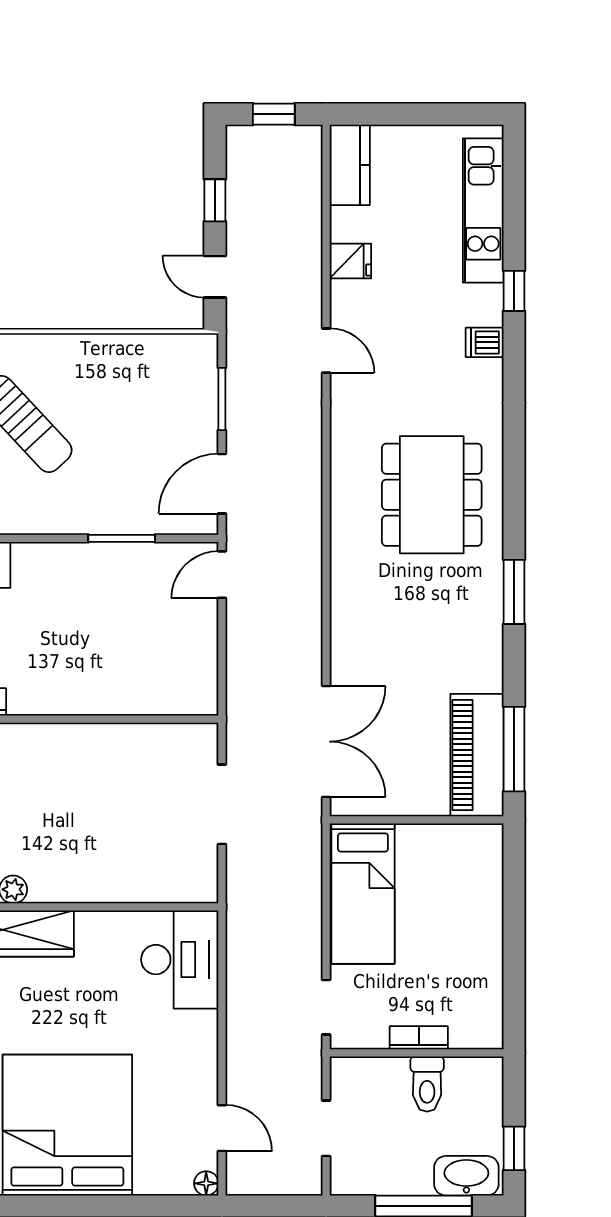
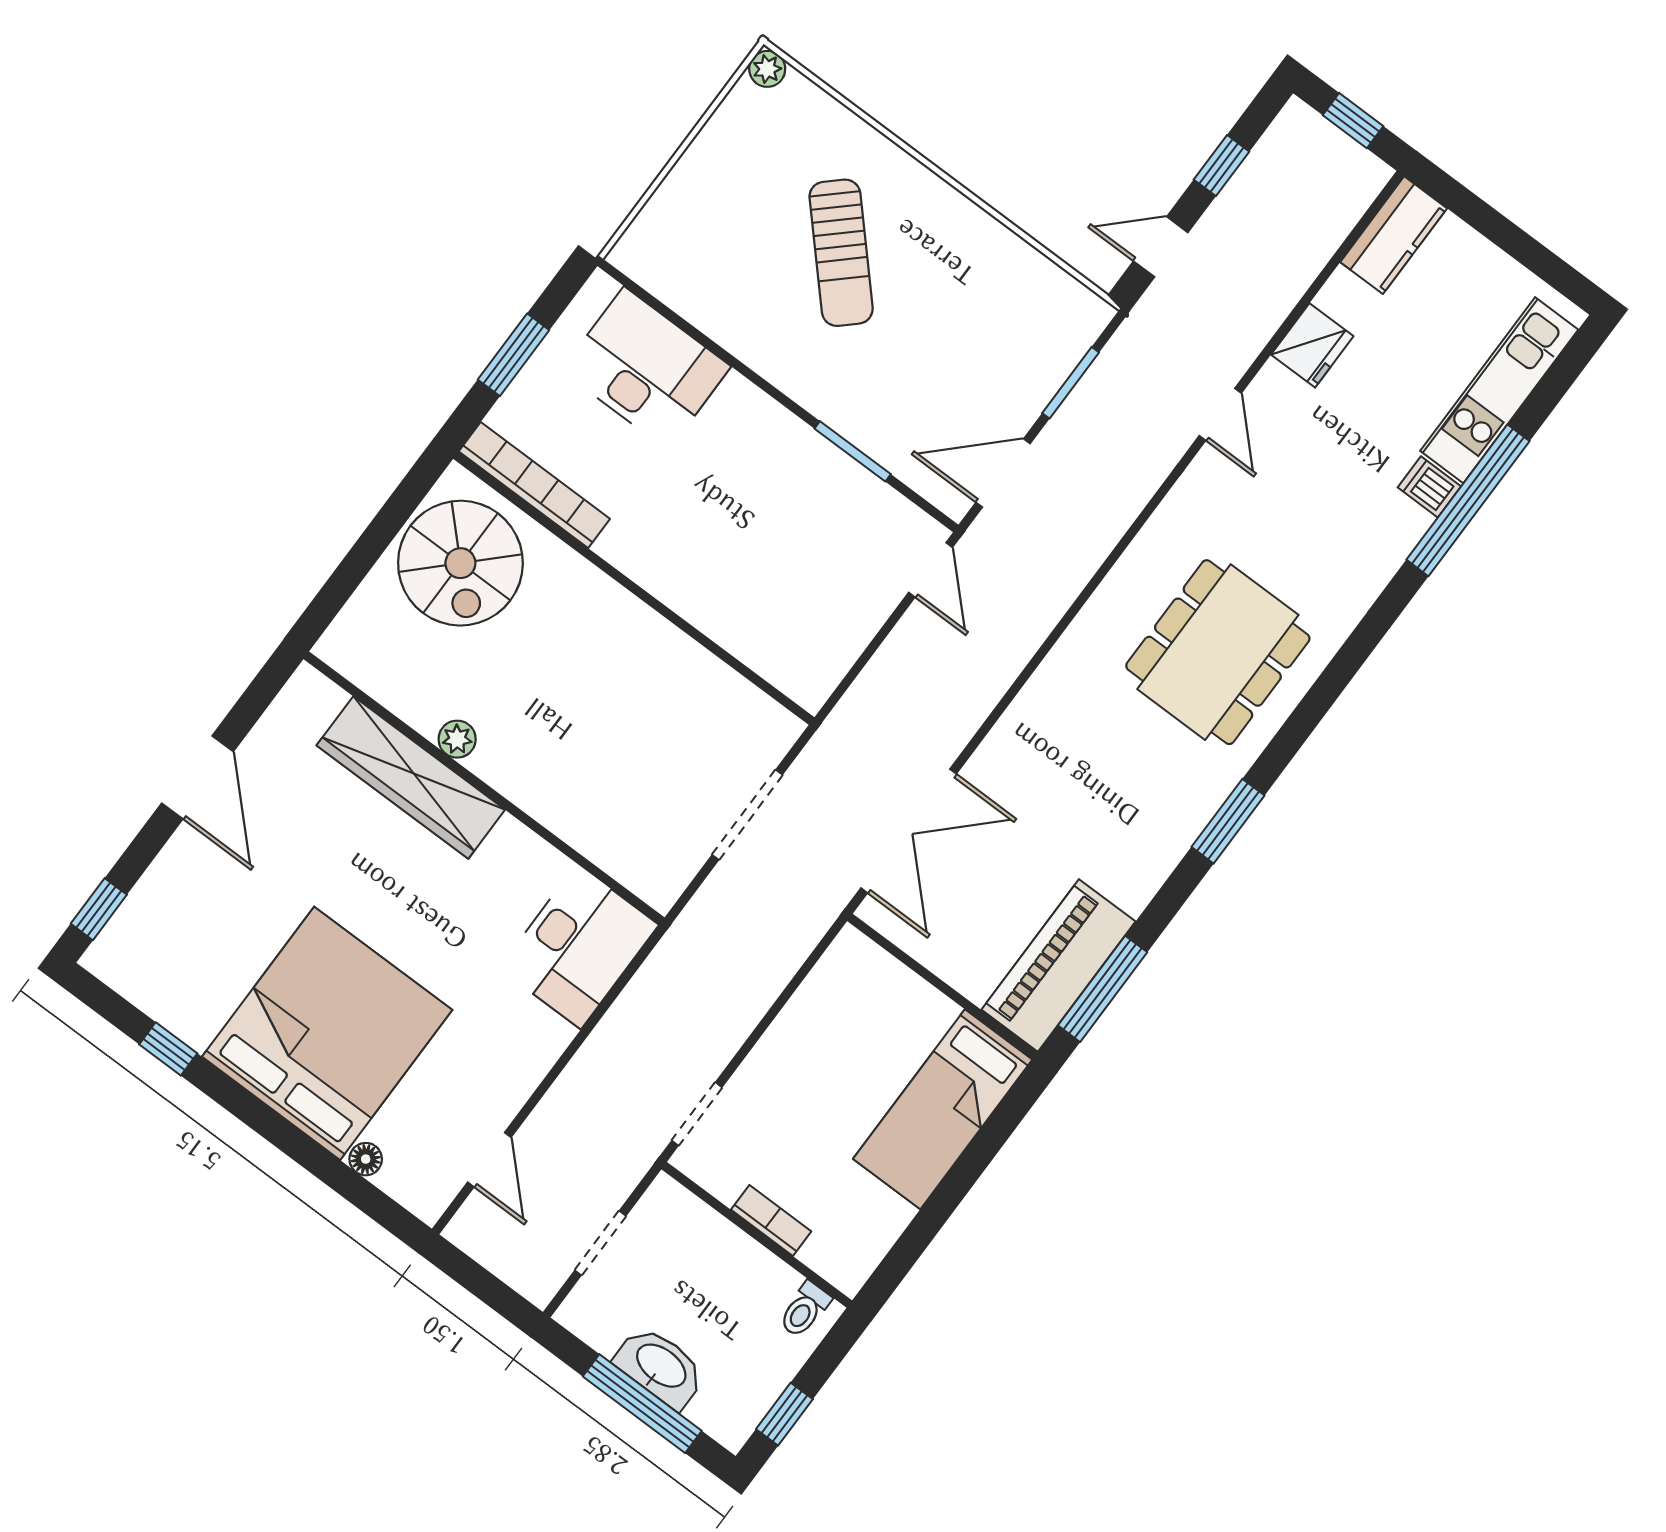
fridge: (350, 261) -> (1312, 345), width x1.38
door: (215, 277) -> (1161, 247), hinge flipped
window: (514, 291) -> (1468, 500), width x3.17
dishwasher: (485, 342) -> (1429, 487), moved
door: (222, 575) -> (931, 570), swing flipped
bed: (363, 894) -> (943, 1109), moved
toilet: (427, 1084) -> (805, 1310), moved, width x0.73, depth x0.72
washbasin: (466, 1176) -> (660, 1367), moved
floor lamp: (206, 1183) -> (366, 1159), moved

